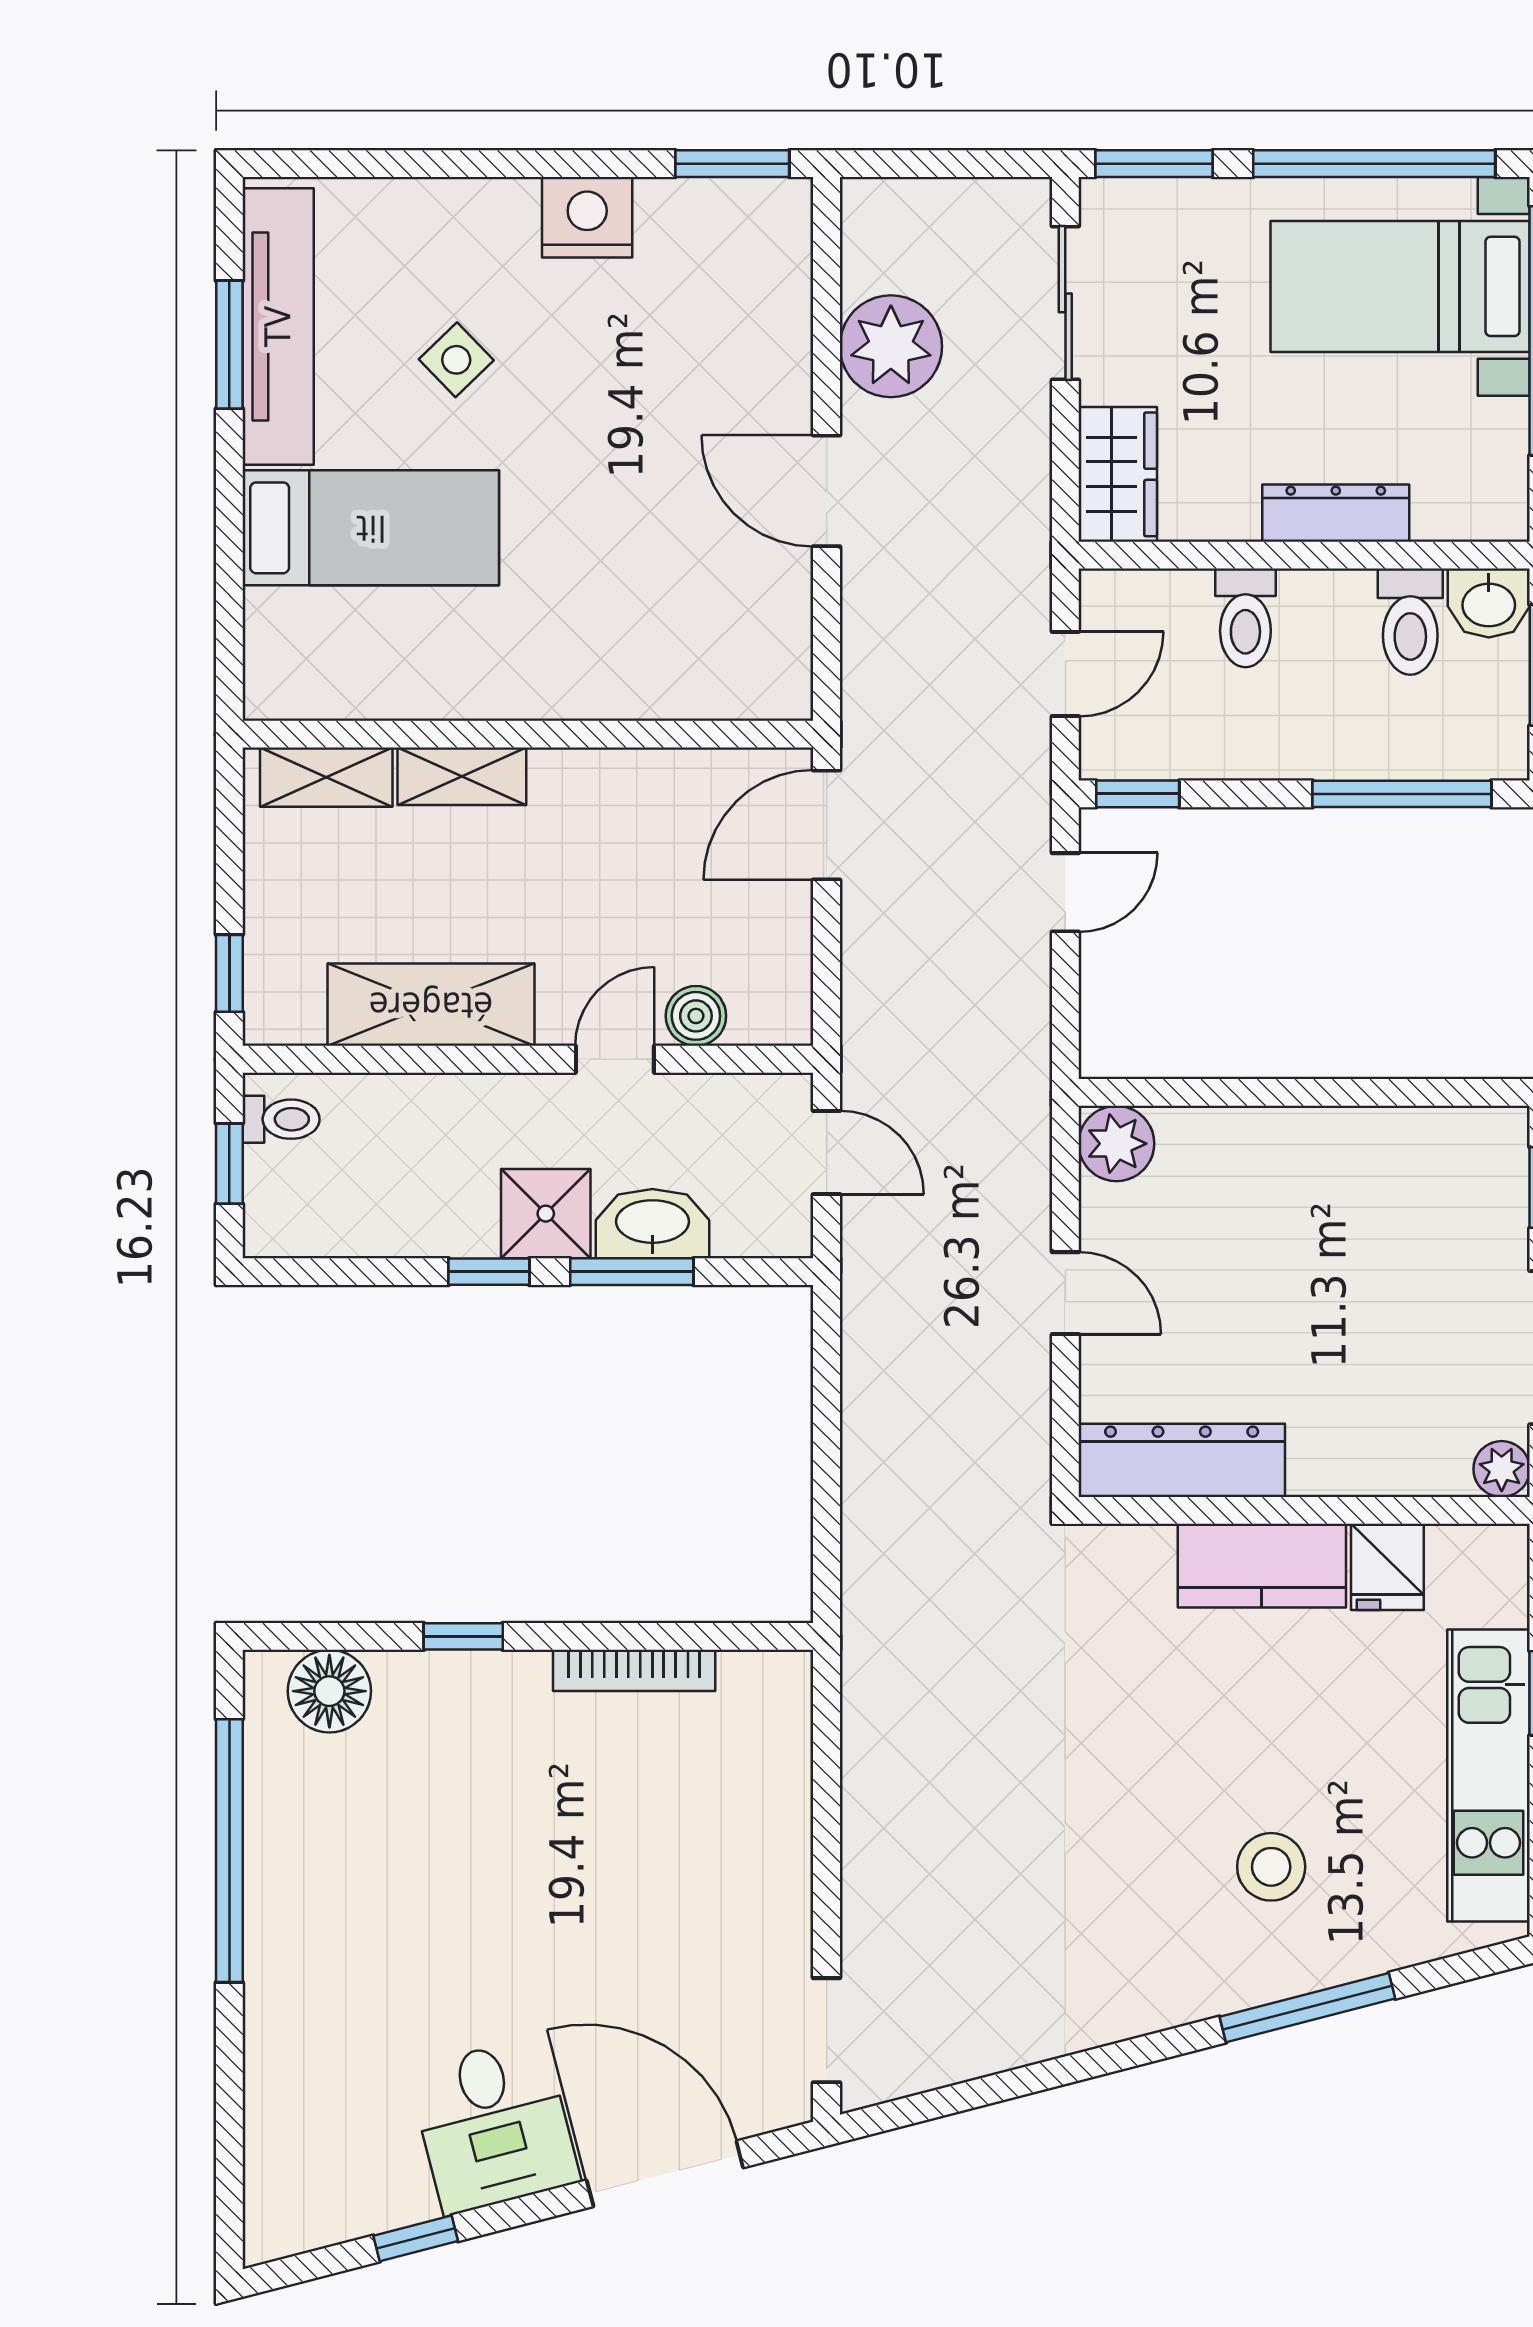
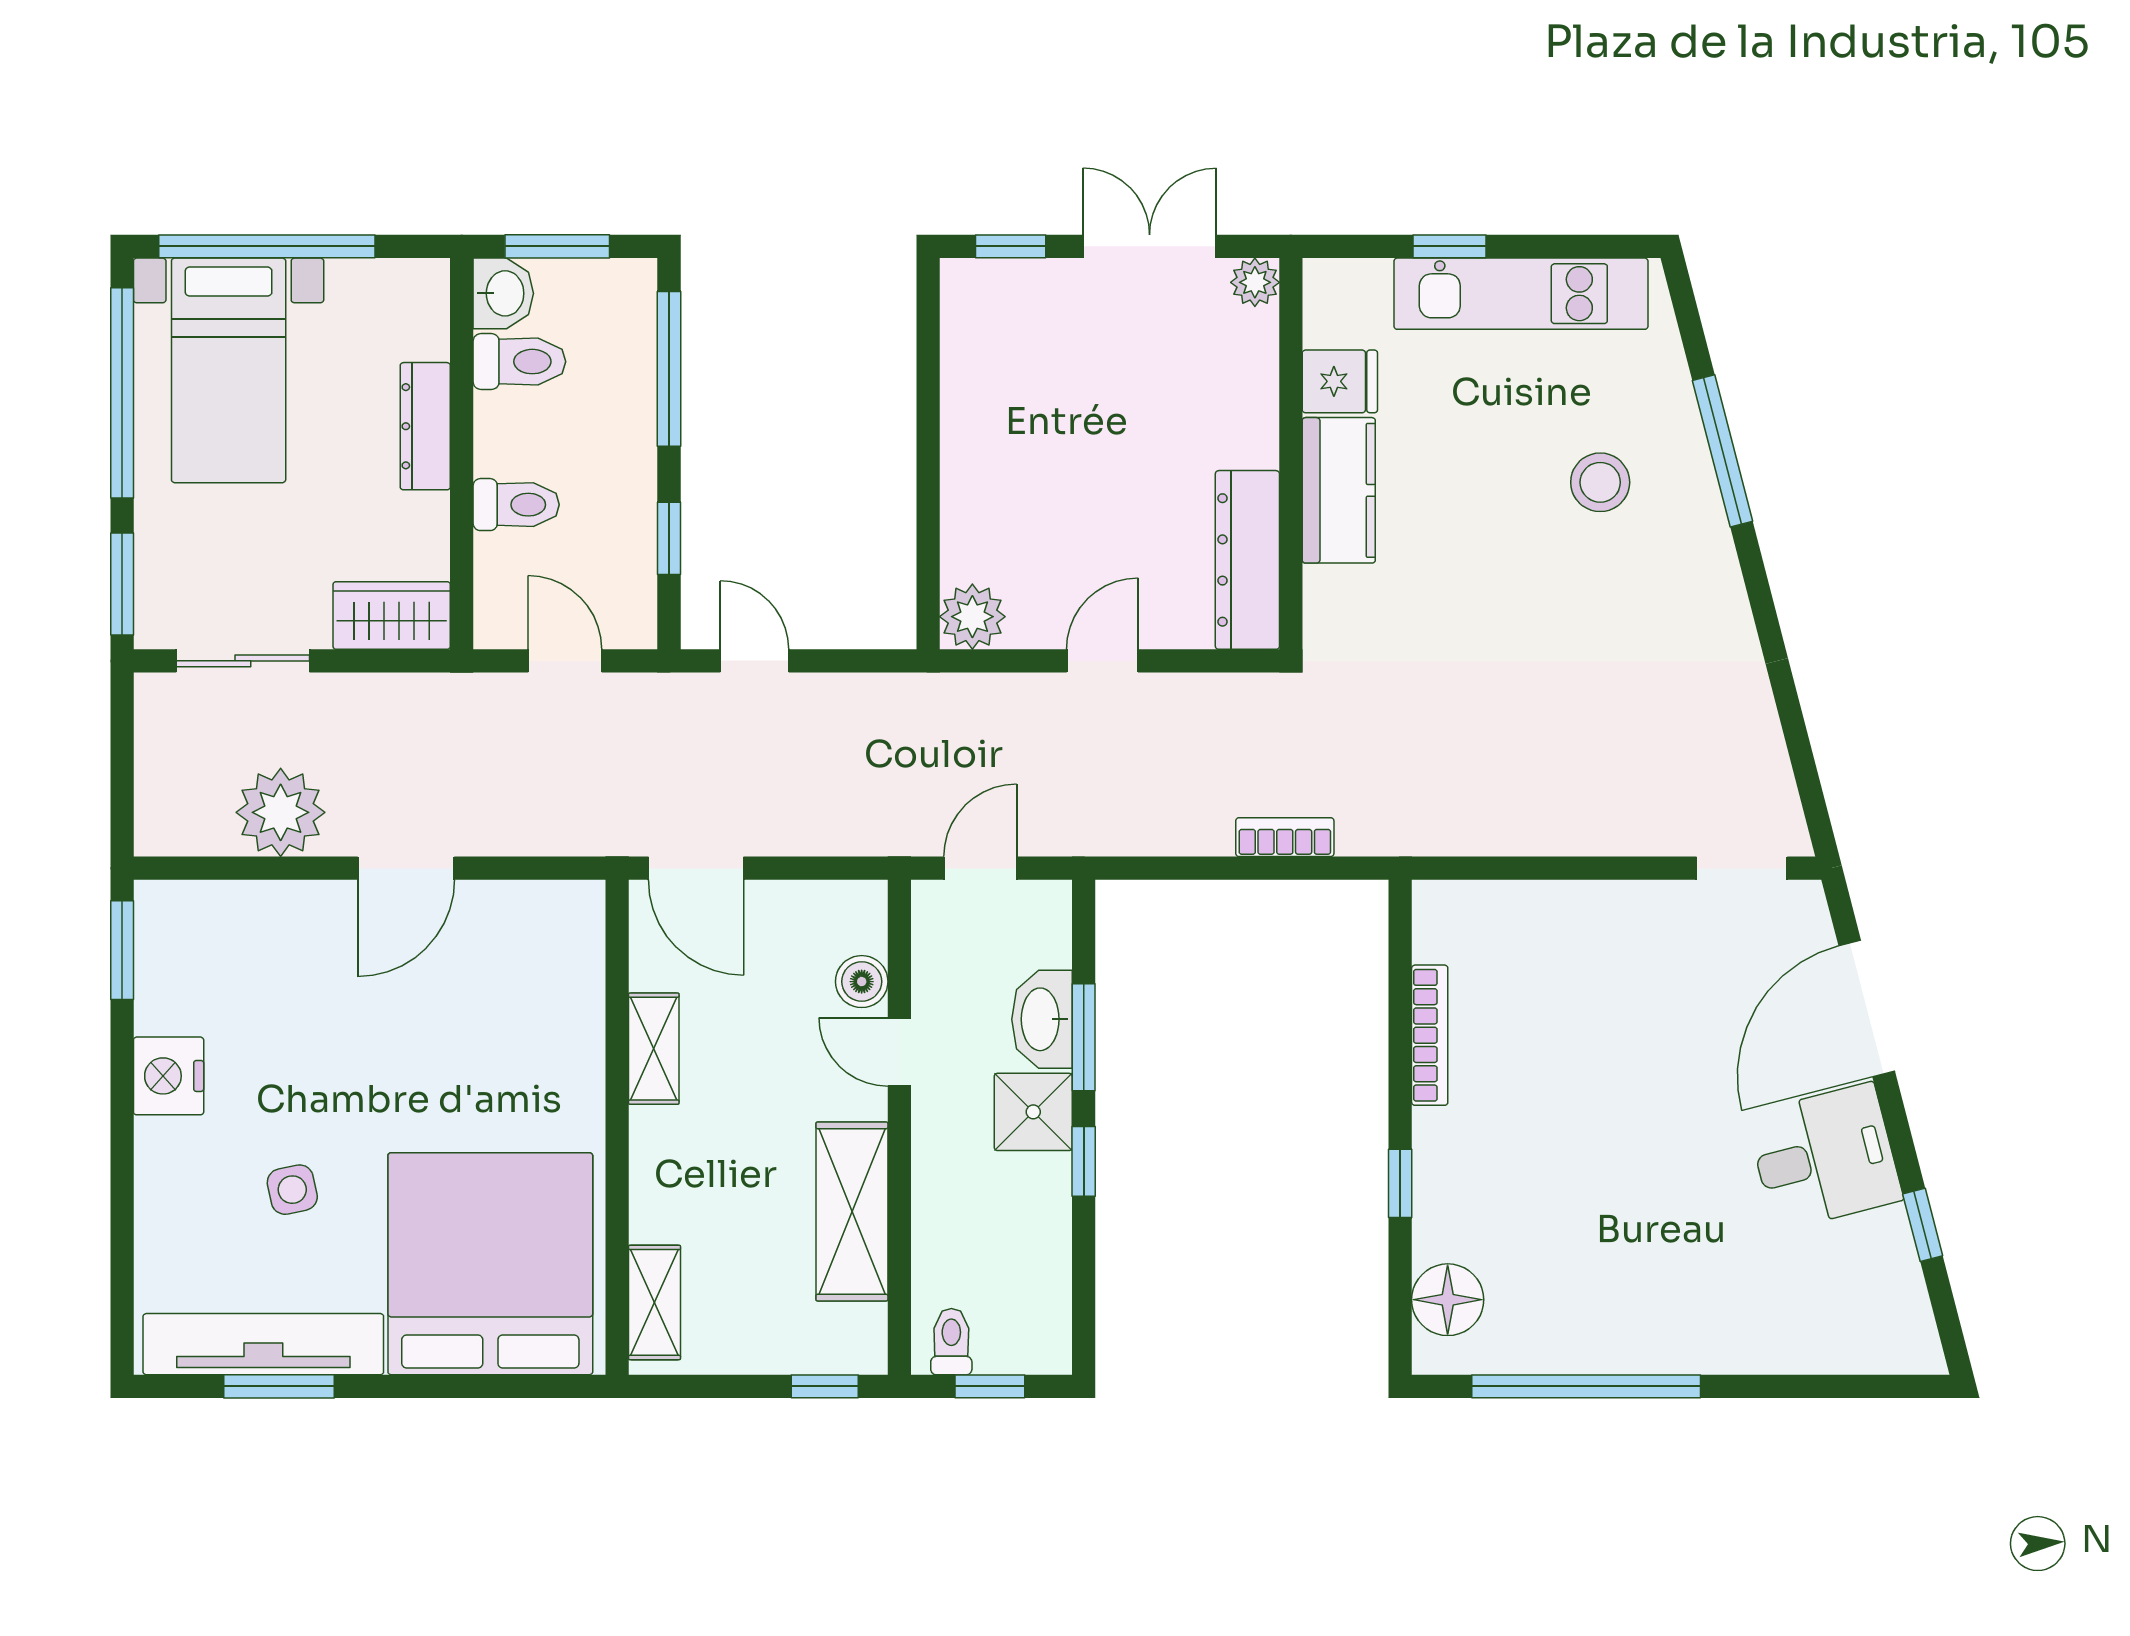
side table: (456, 360) -> (292, 1190), turned 32
bed: (371, 528) -> (490, 1264), width x2.04
shelving: (462, 776) -> (654, 1049), moved
window: (1138, 794) -> (669, 538), moved
bookcase: (862, 1503) -> (1285, 837), added

